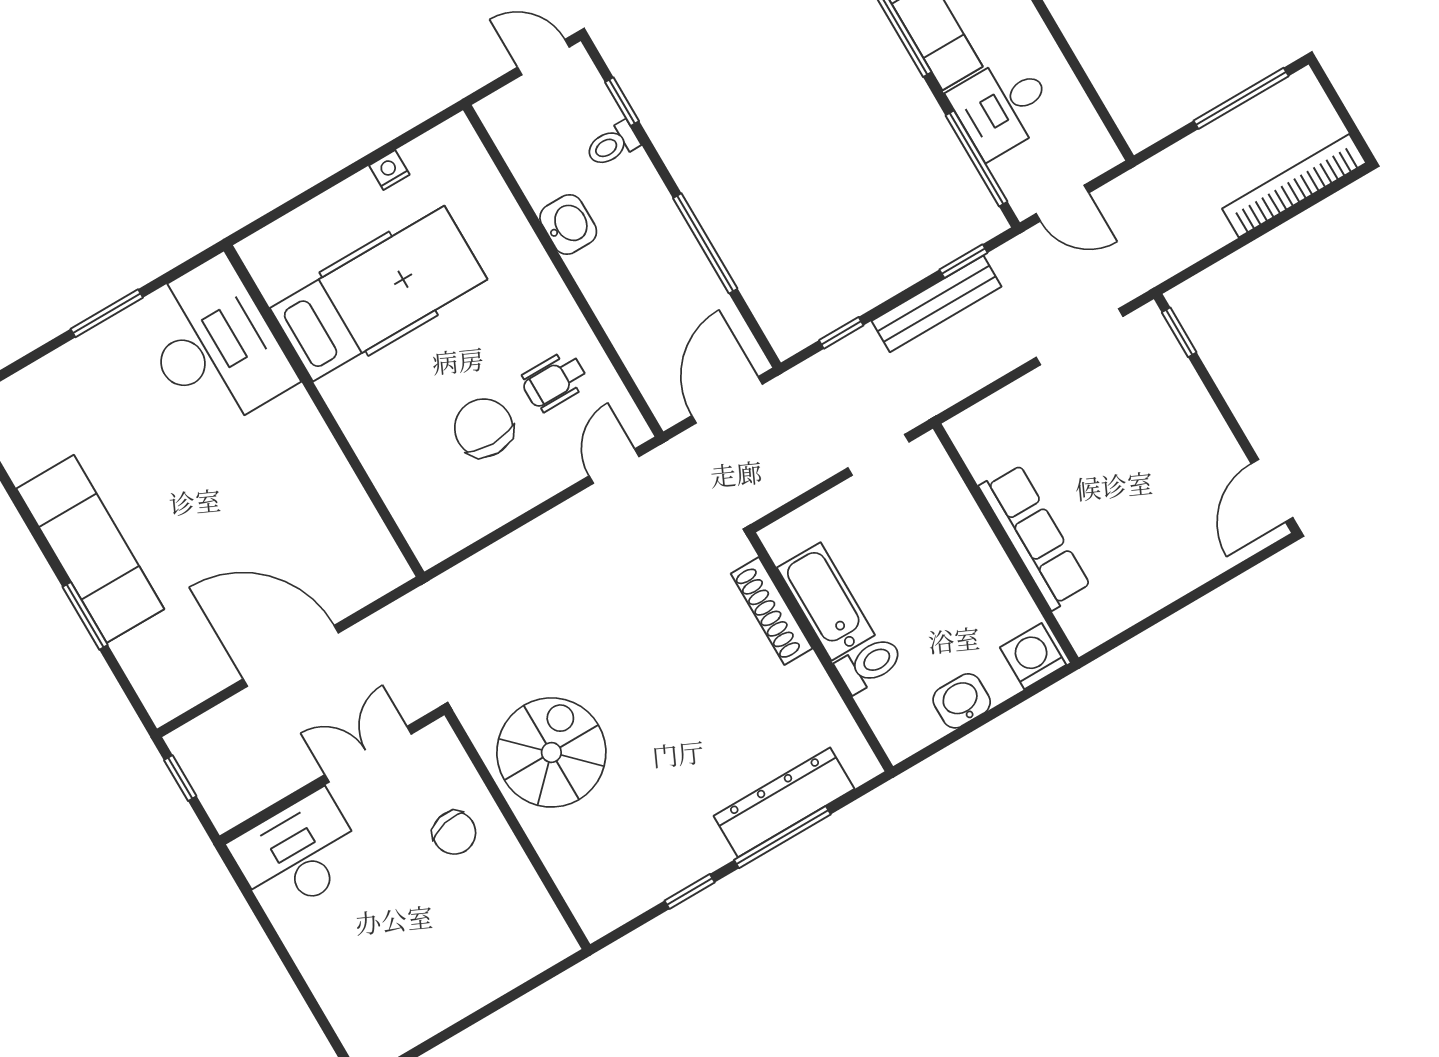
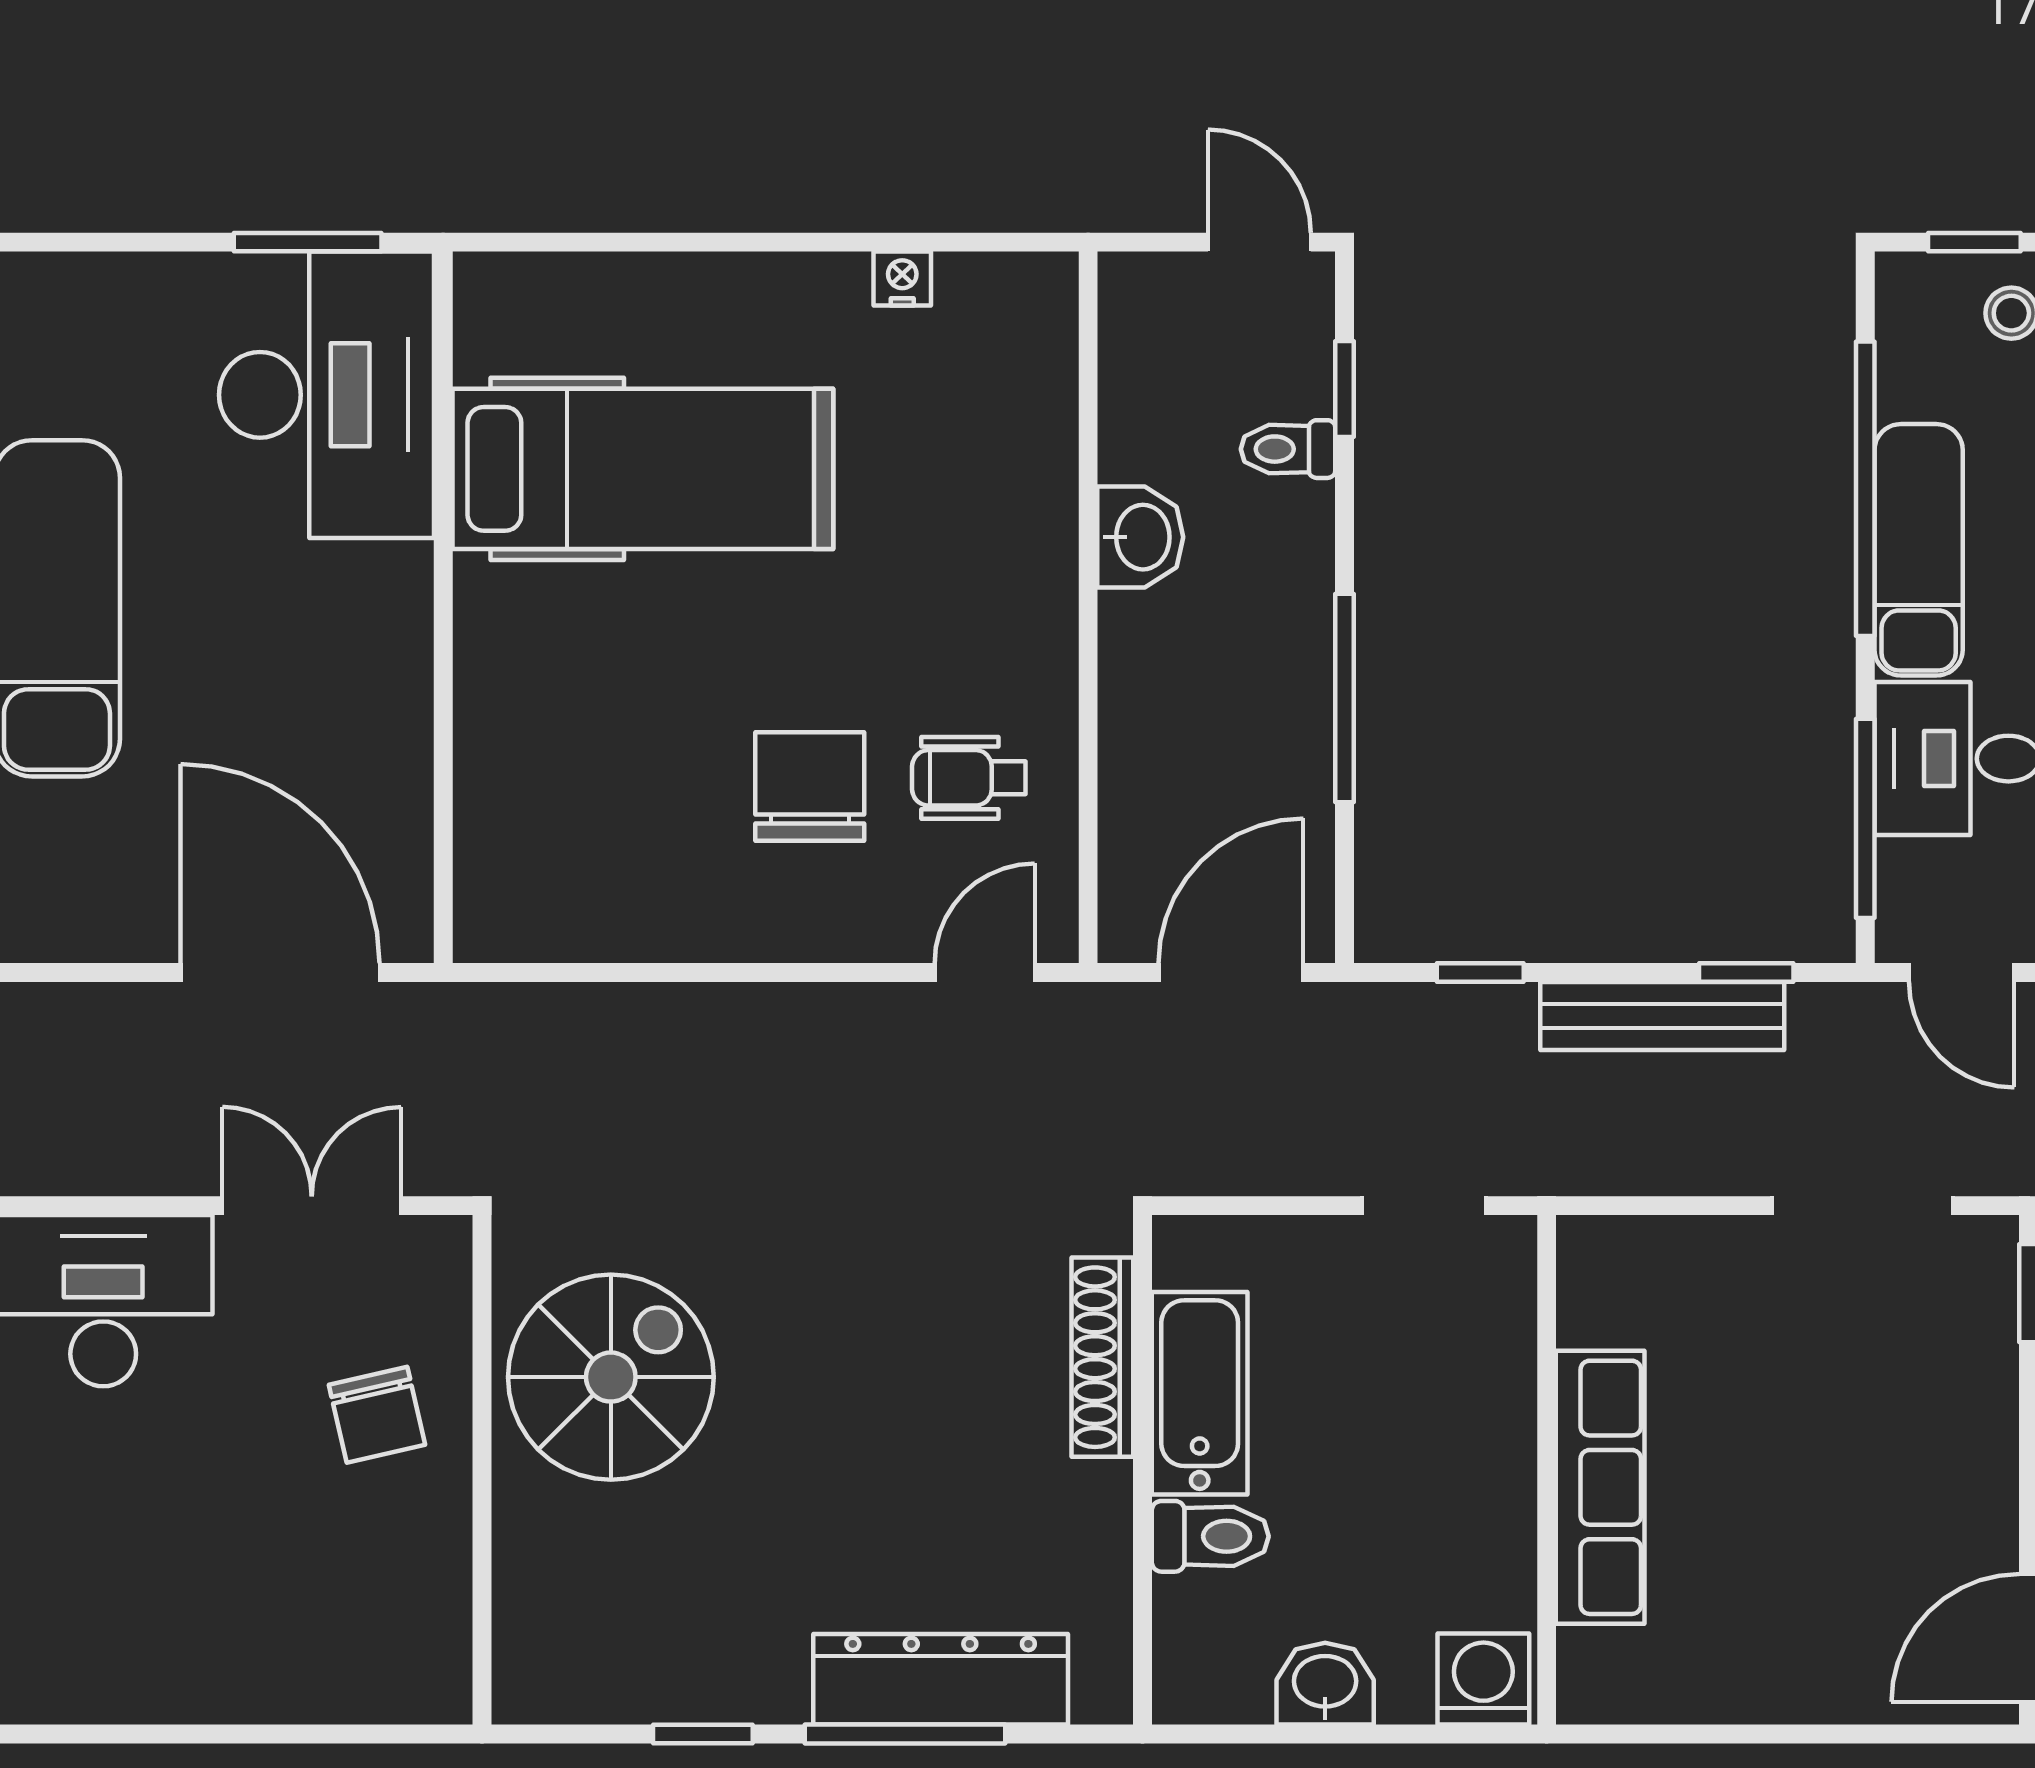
hospital bed: (379, 294) -> (643, 469), moved
desk: (214, 345) -> (327, 395), moved
wall: (324, 411) -> (443, 607), moved

